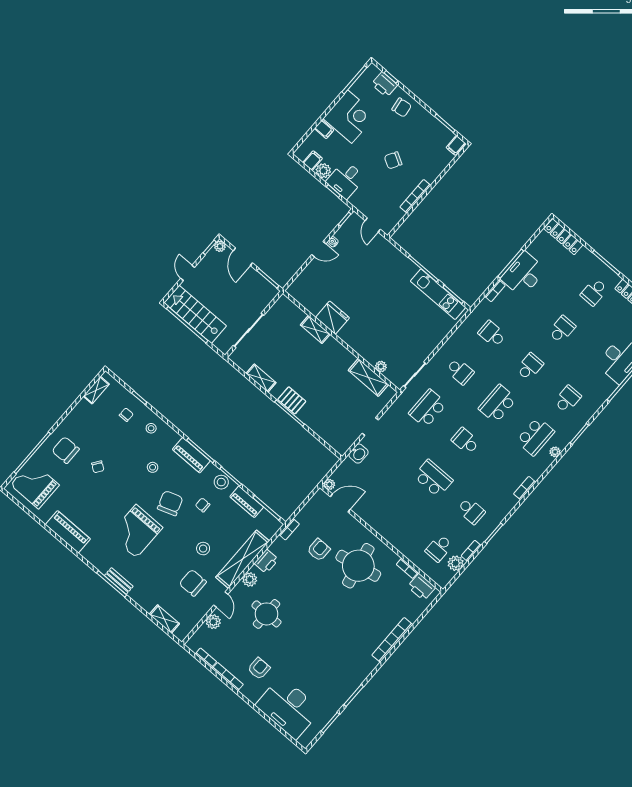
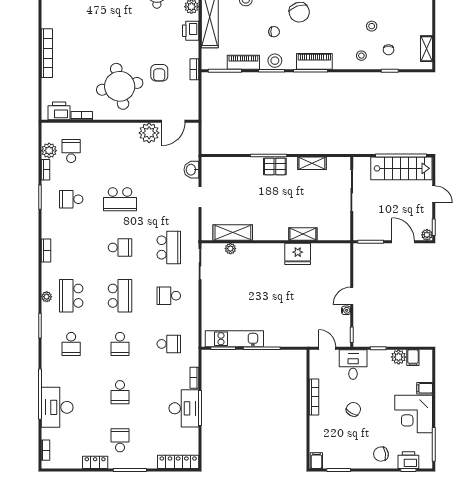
desk: (346, 180) -> (353, 365), moved
stool: (153, 467) -> (372, 26), moved
plant: (329, 484) -> (149, 133), moved, width x1.88, depth x1.88

